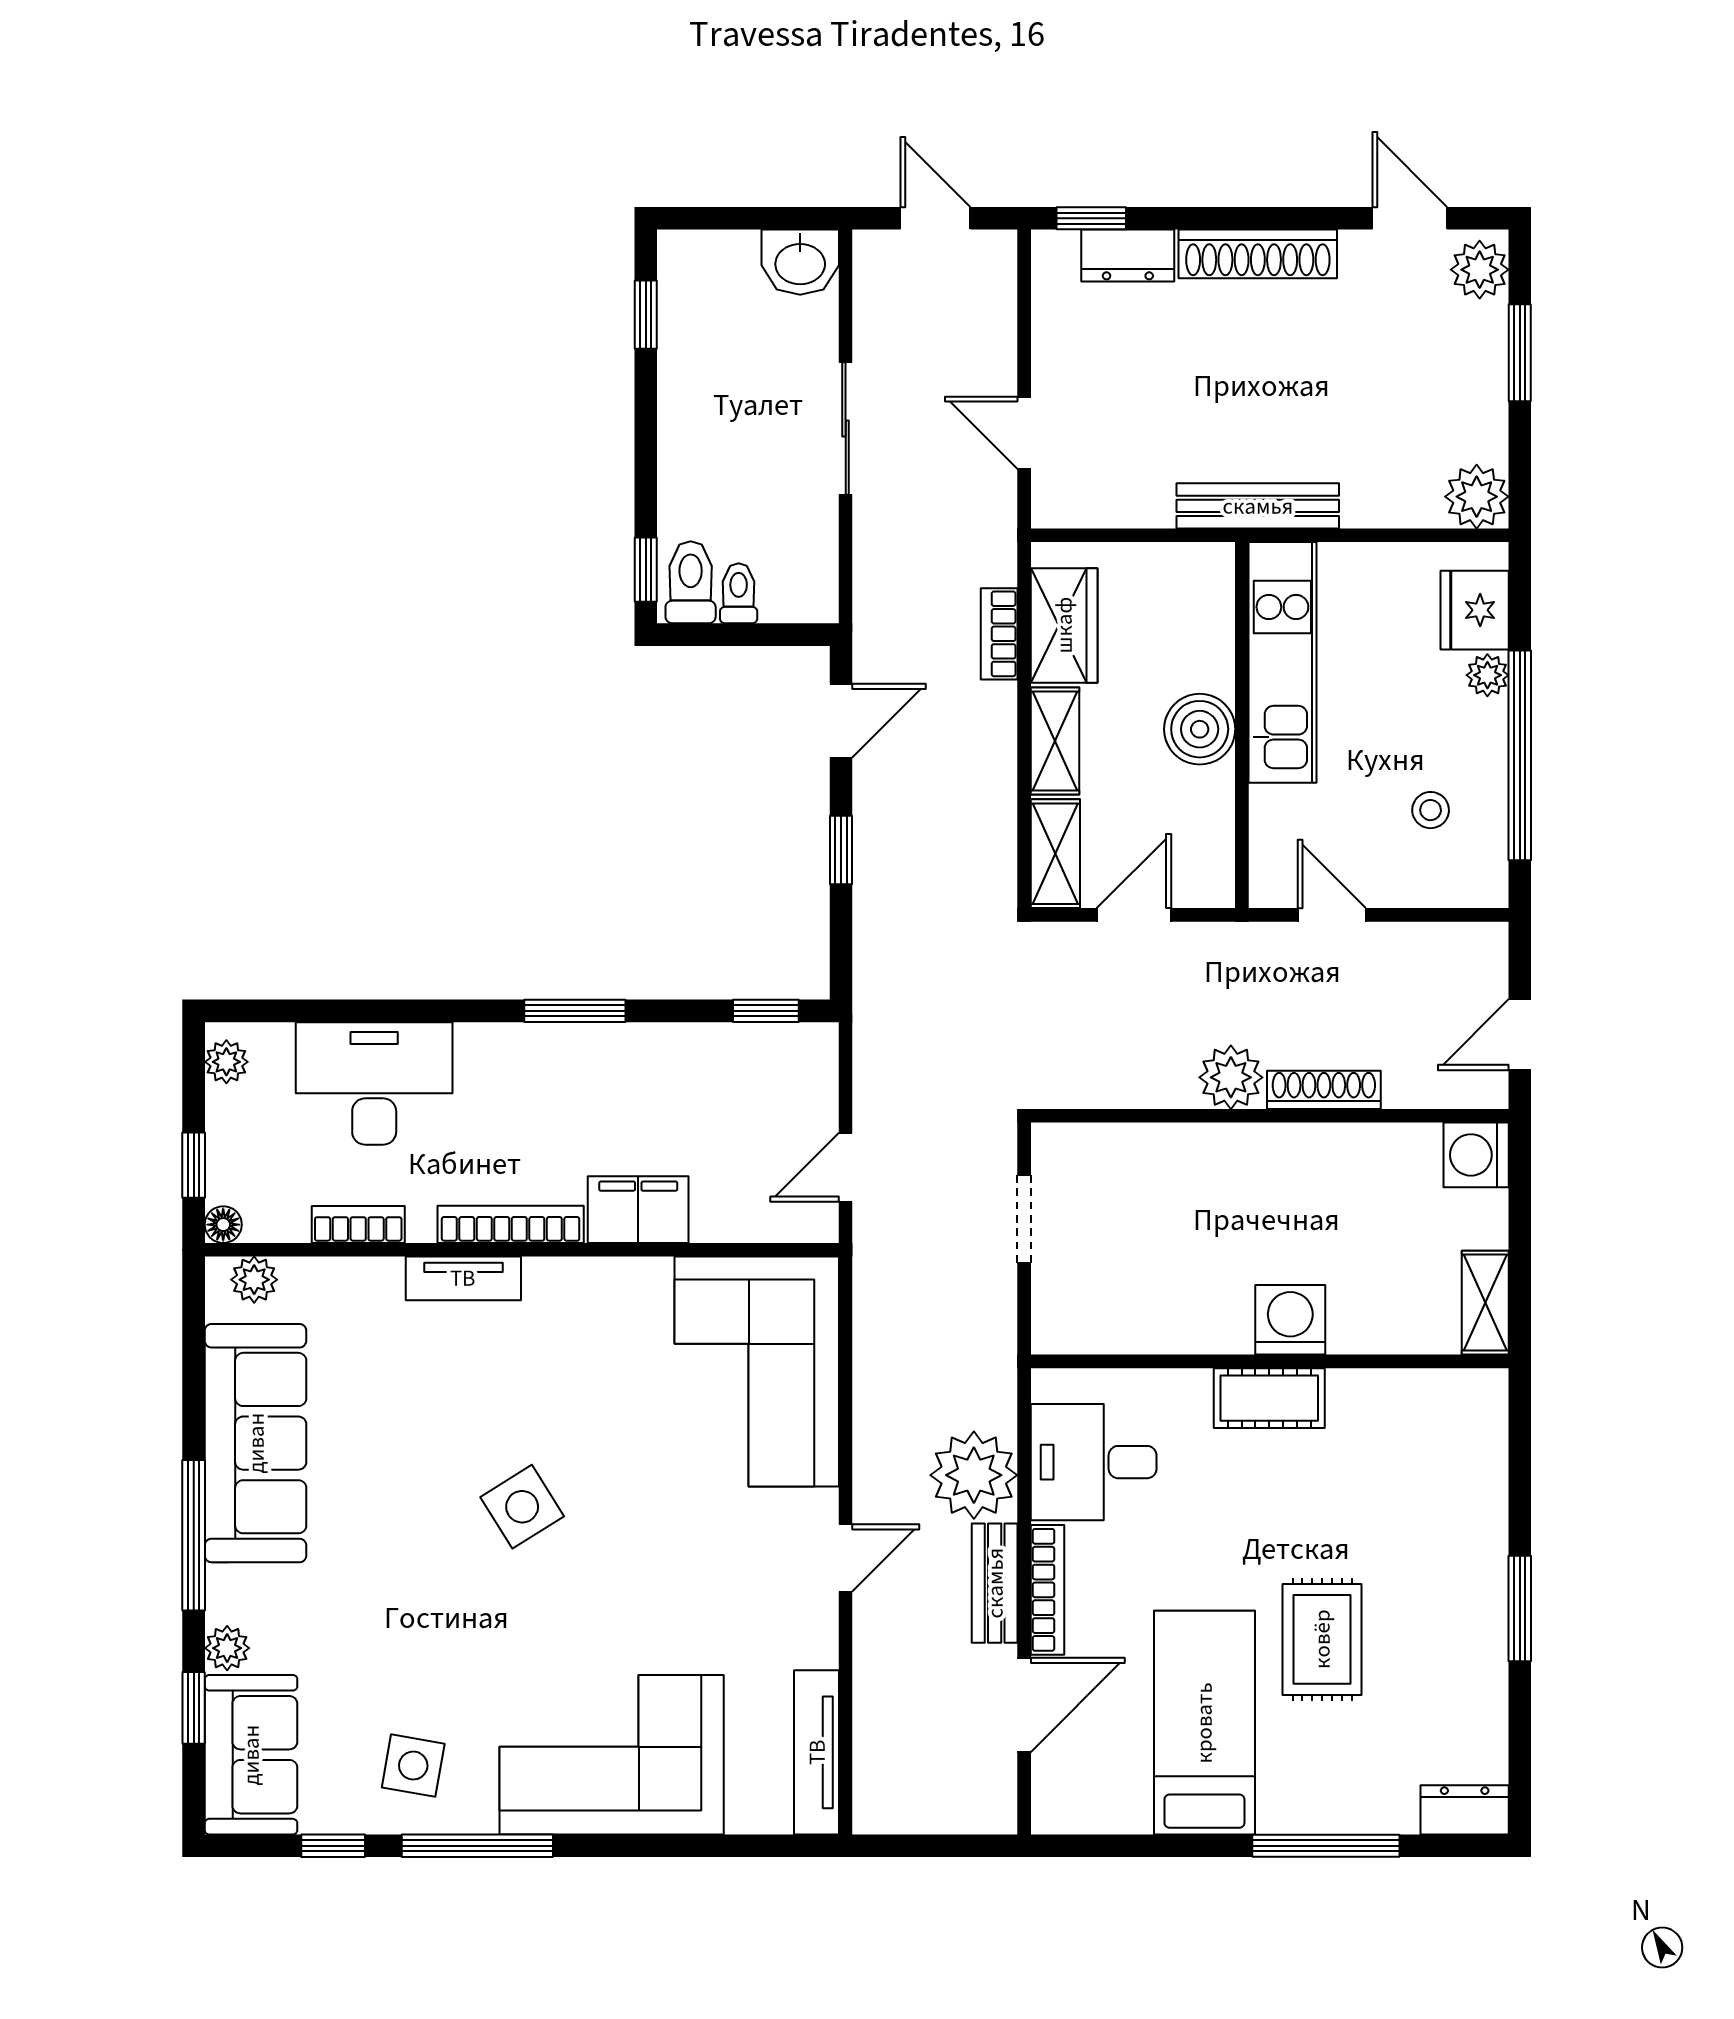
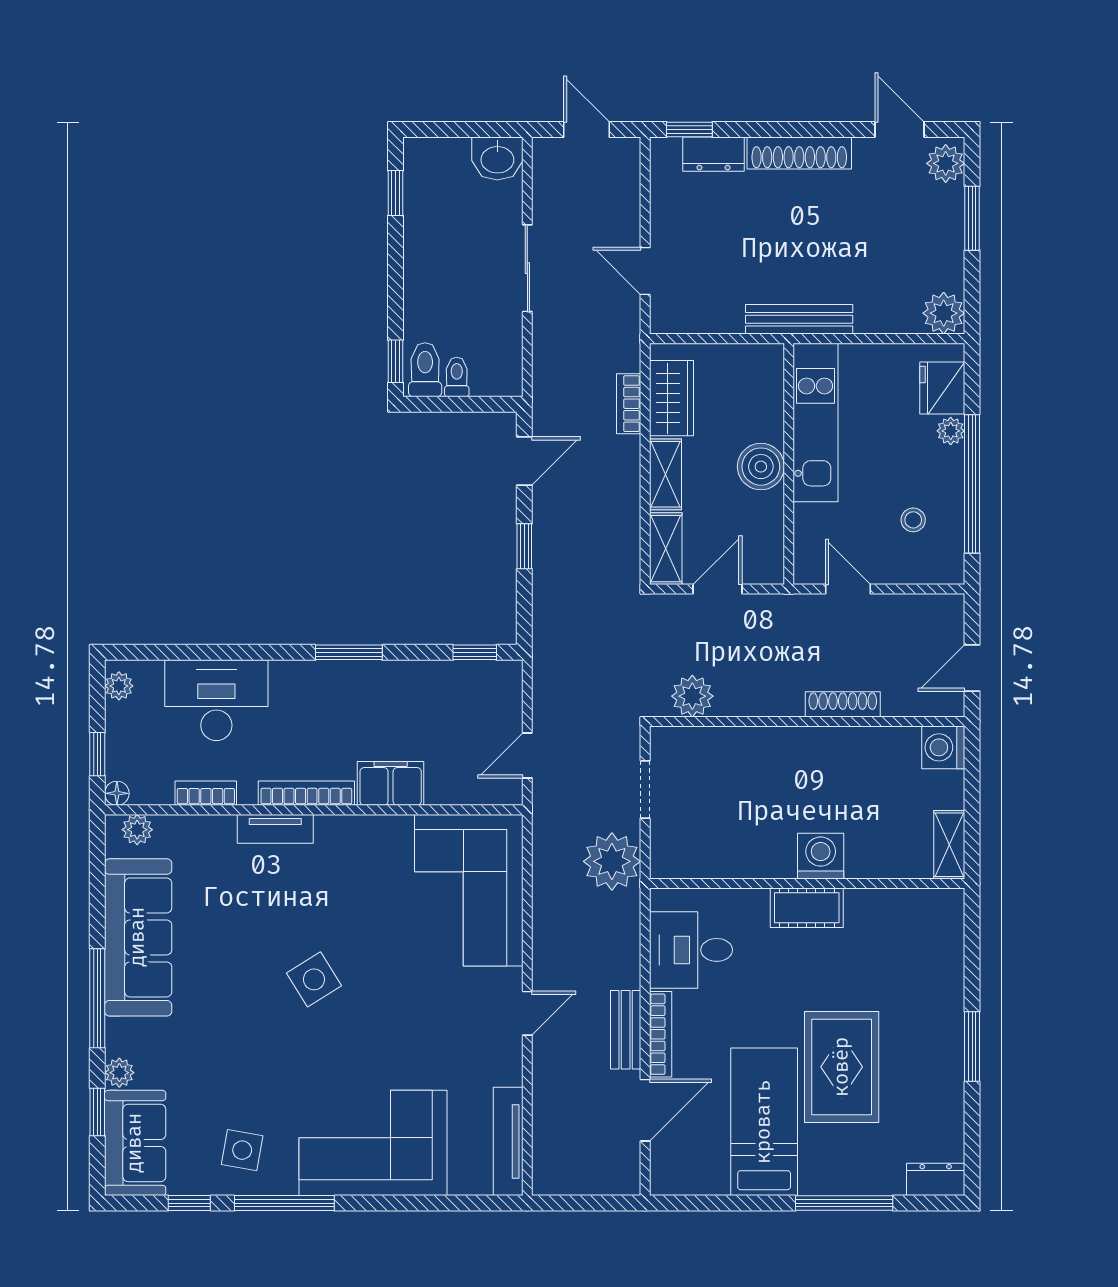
plant: (1231, 1077) -> (692, 696), moved
plant: (974, 1475) -> (612, 861), moved
rug: (1322, 1639) -> (842, 1067), width x1.36, depth x1.43

